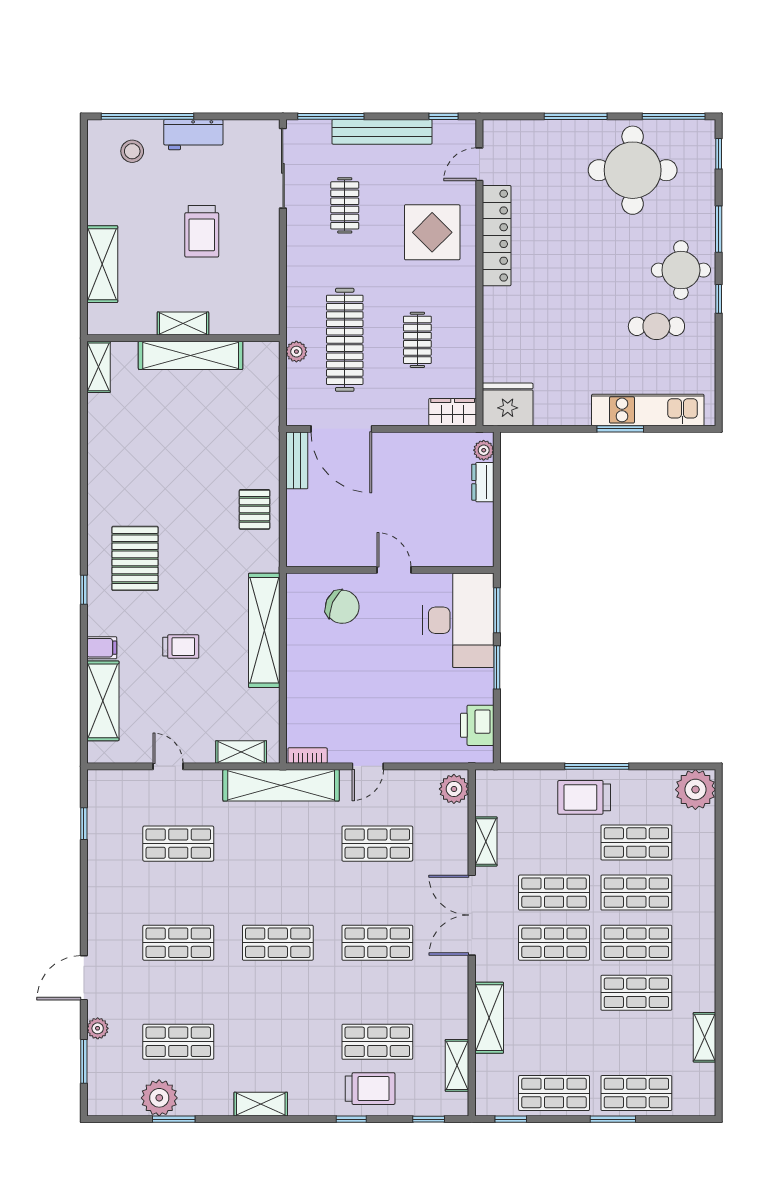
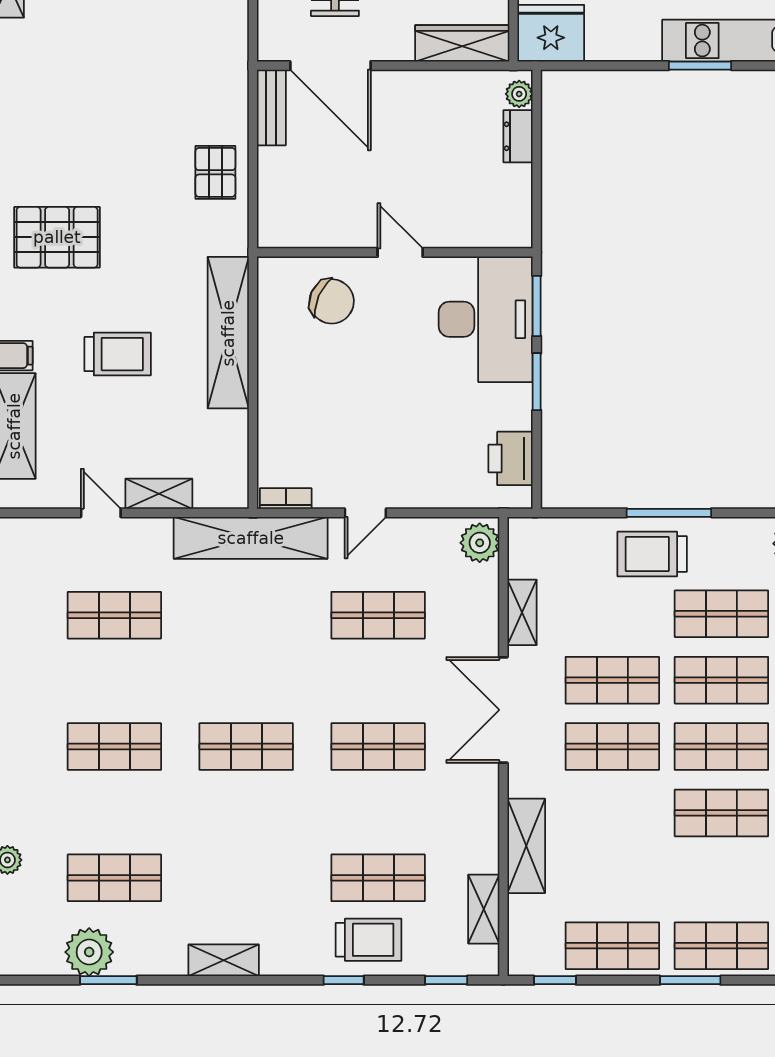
wardrobe: (453, 412) -> (462, 43), width x1.50
pallet: (135, 558) -> (57, 237), turned 90
trolley: (181, 647) -> (118, 354), width x1.36, depth x1.39
shelving: (241, 752) -> (159, 494), moved

